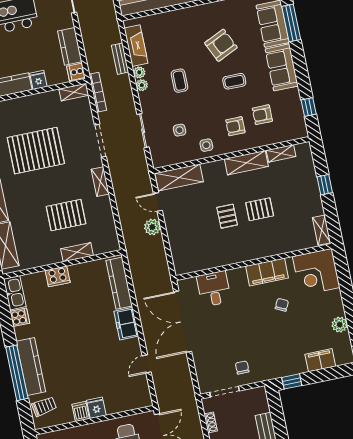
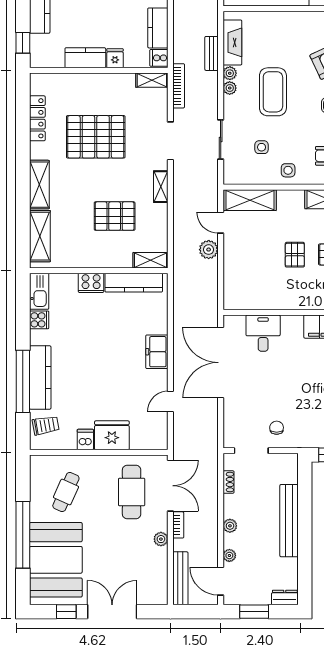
coffee table: (179, 81) -> (273, 92), width x1.86, depth x1.72
shelving: (77, 252) -> (151, 260), moved
kitchen counter: (119, 283) -> (134, 283), moved, turned -90
fridge: (96, 408) -> (112, 435), width x1.88, depth x1.34

